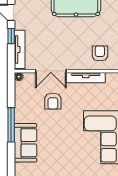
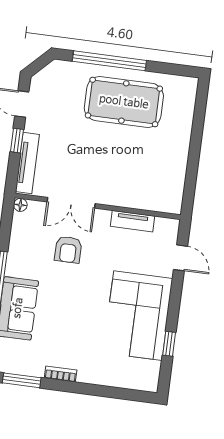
armchair: (100, 53) -> (151, 185), removed
tv unit: (86, 78) -> (133, 221), width x0.71

